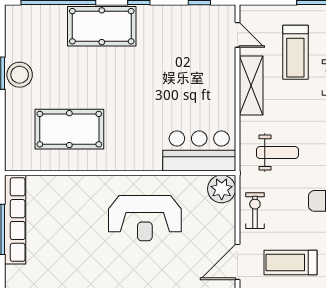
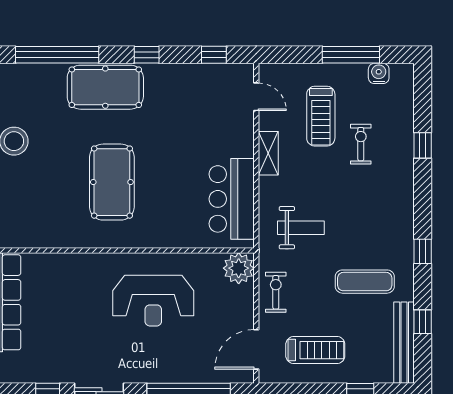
shelving: (251, 86) -> (268, 153), width x0.67, depth x0.75
pool table: (69, 129) -> (112, 182), moved, turned 90
bar counter: (199, 151) -> (232, 199), moved, turned -90
treadmill: (291, 262) -> (315, 350), turned 180

